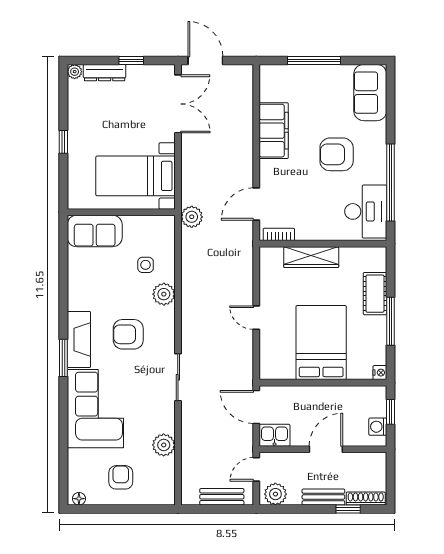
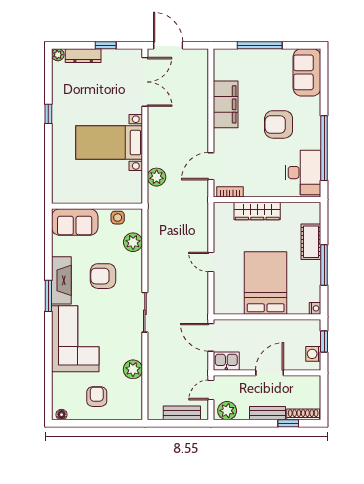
wall: (121, 212) -> (97, 206), moved
sofa: (95, 231) -> (75, 222), moved

